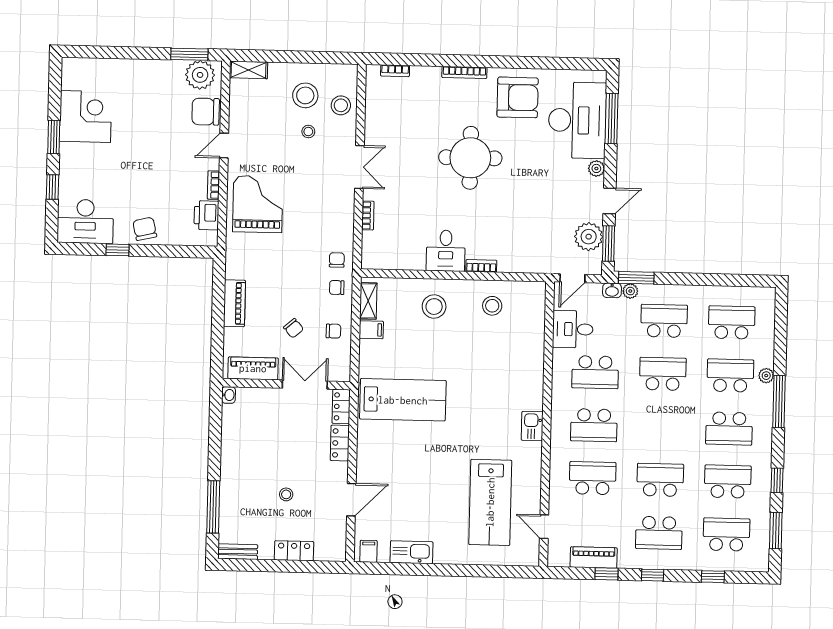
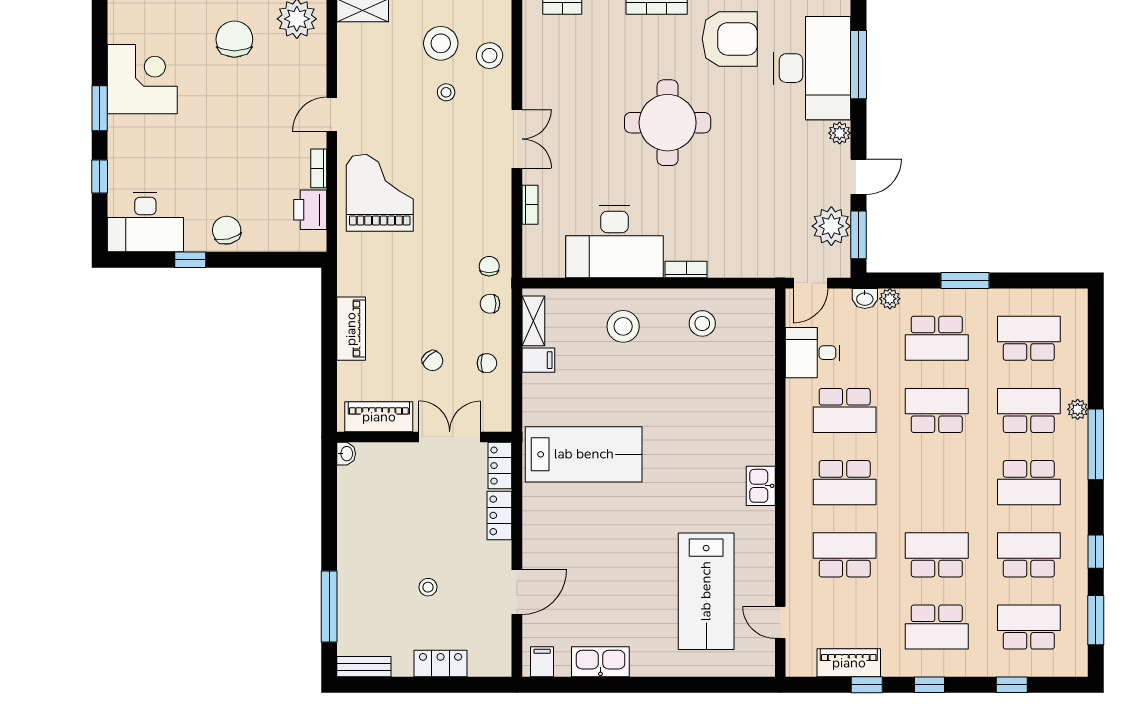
chair: (206, 112) -> (234, 39), moved, turned 90
desk: (446, 251) -> (615, 242), width x1.87, depth x1.30
window: (636, 278) -> (965, 281), moved
school desk: (664, 321) -> (937, 338), turned 180

